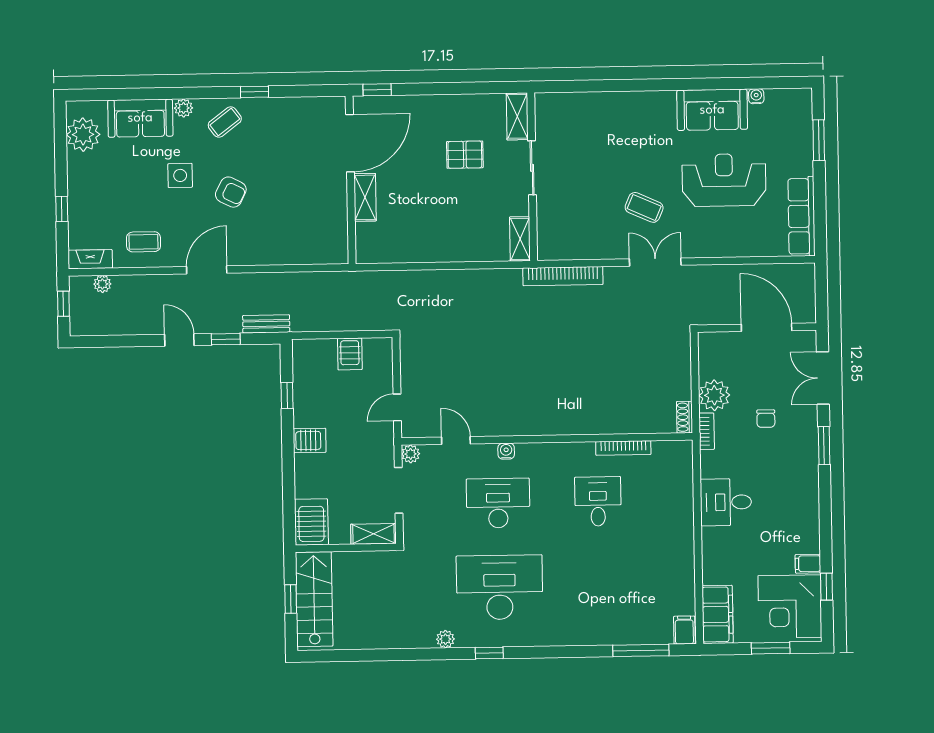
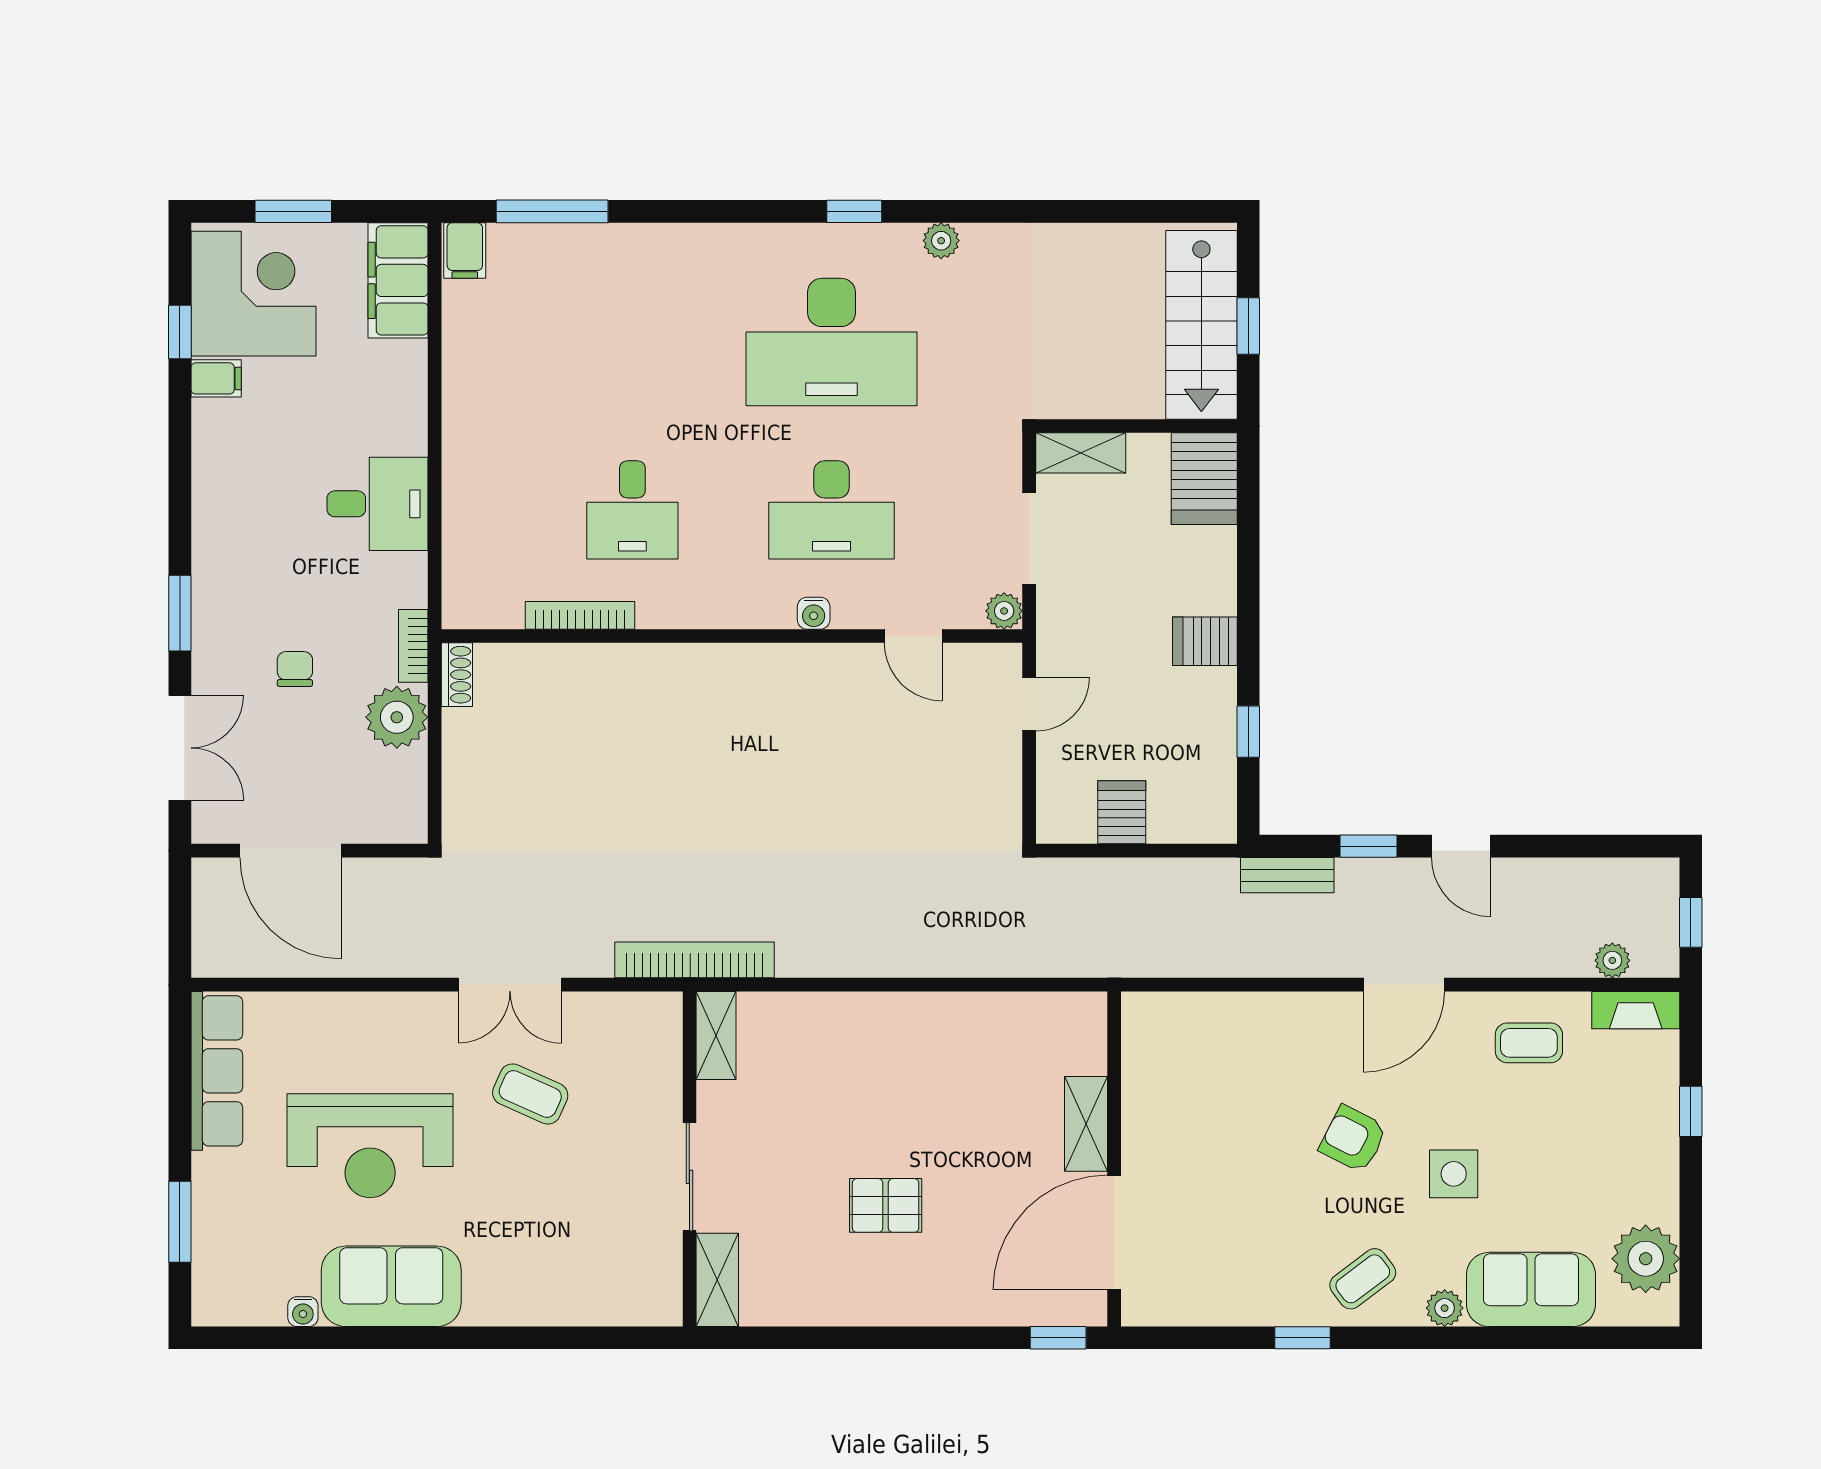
shelving: (517, 116) -> (717, 1280), moved
sliding door: (532, 168) -> (689, 1177), moved
wall: (532, 177) -> (689, 1159), moved
shelving: (520, 239) -> (716, 1036), moved

